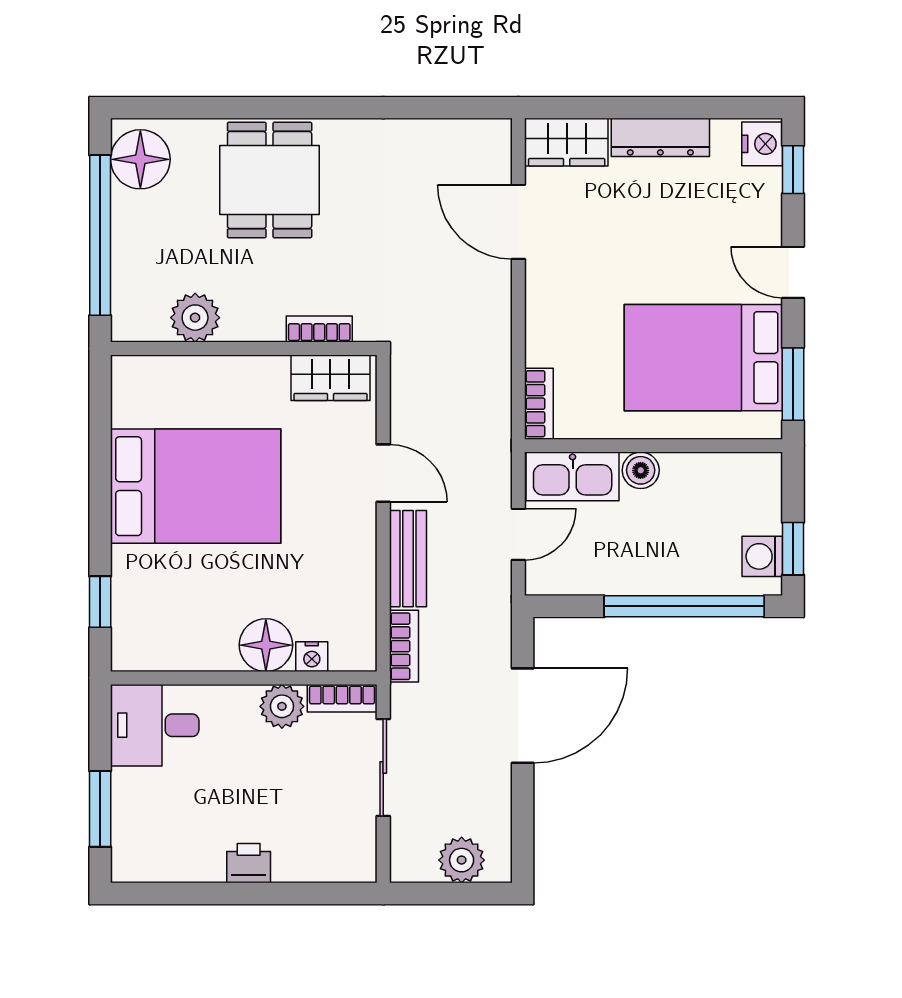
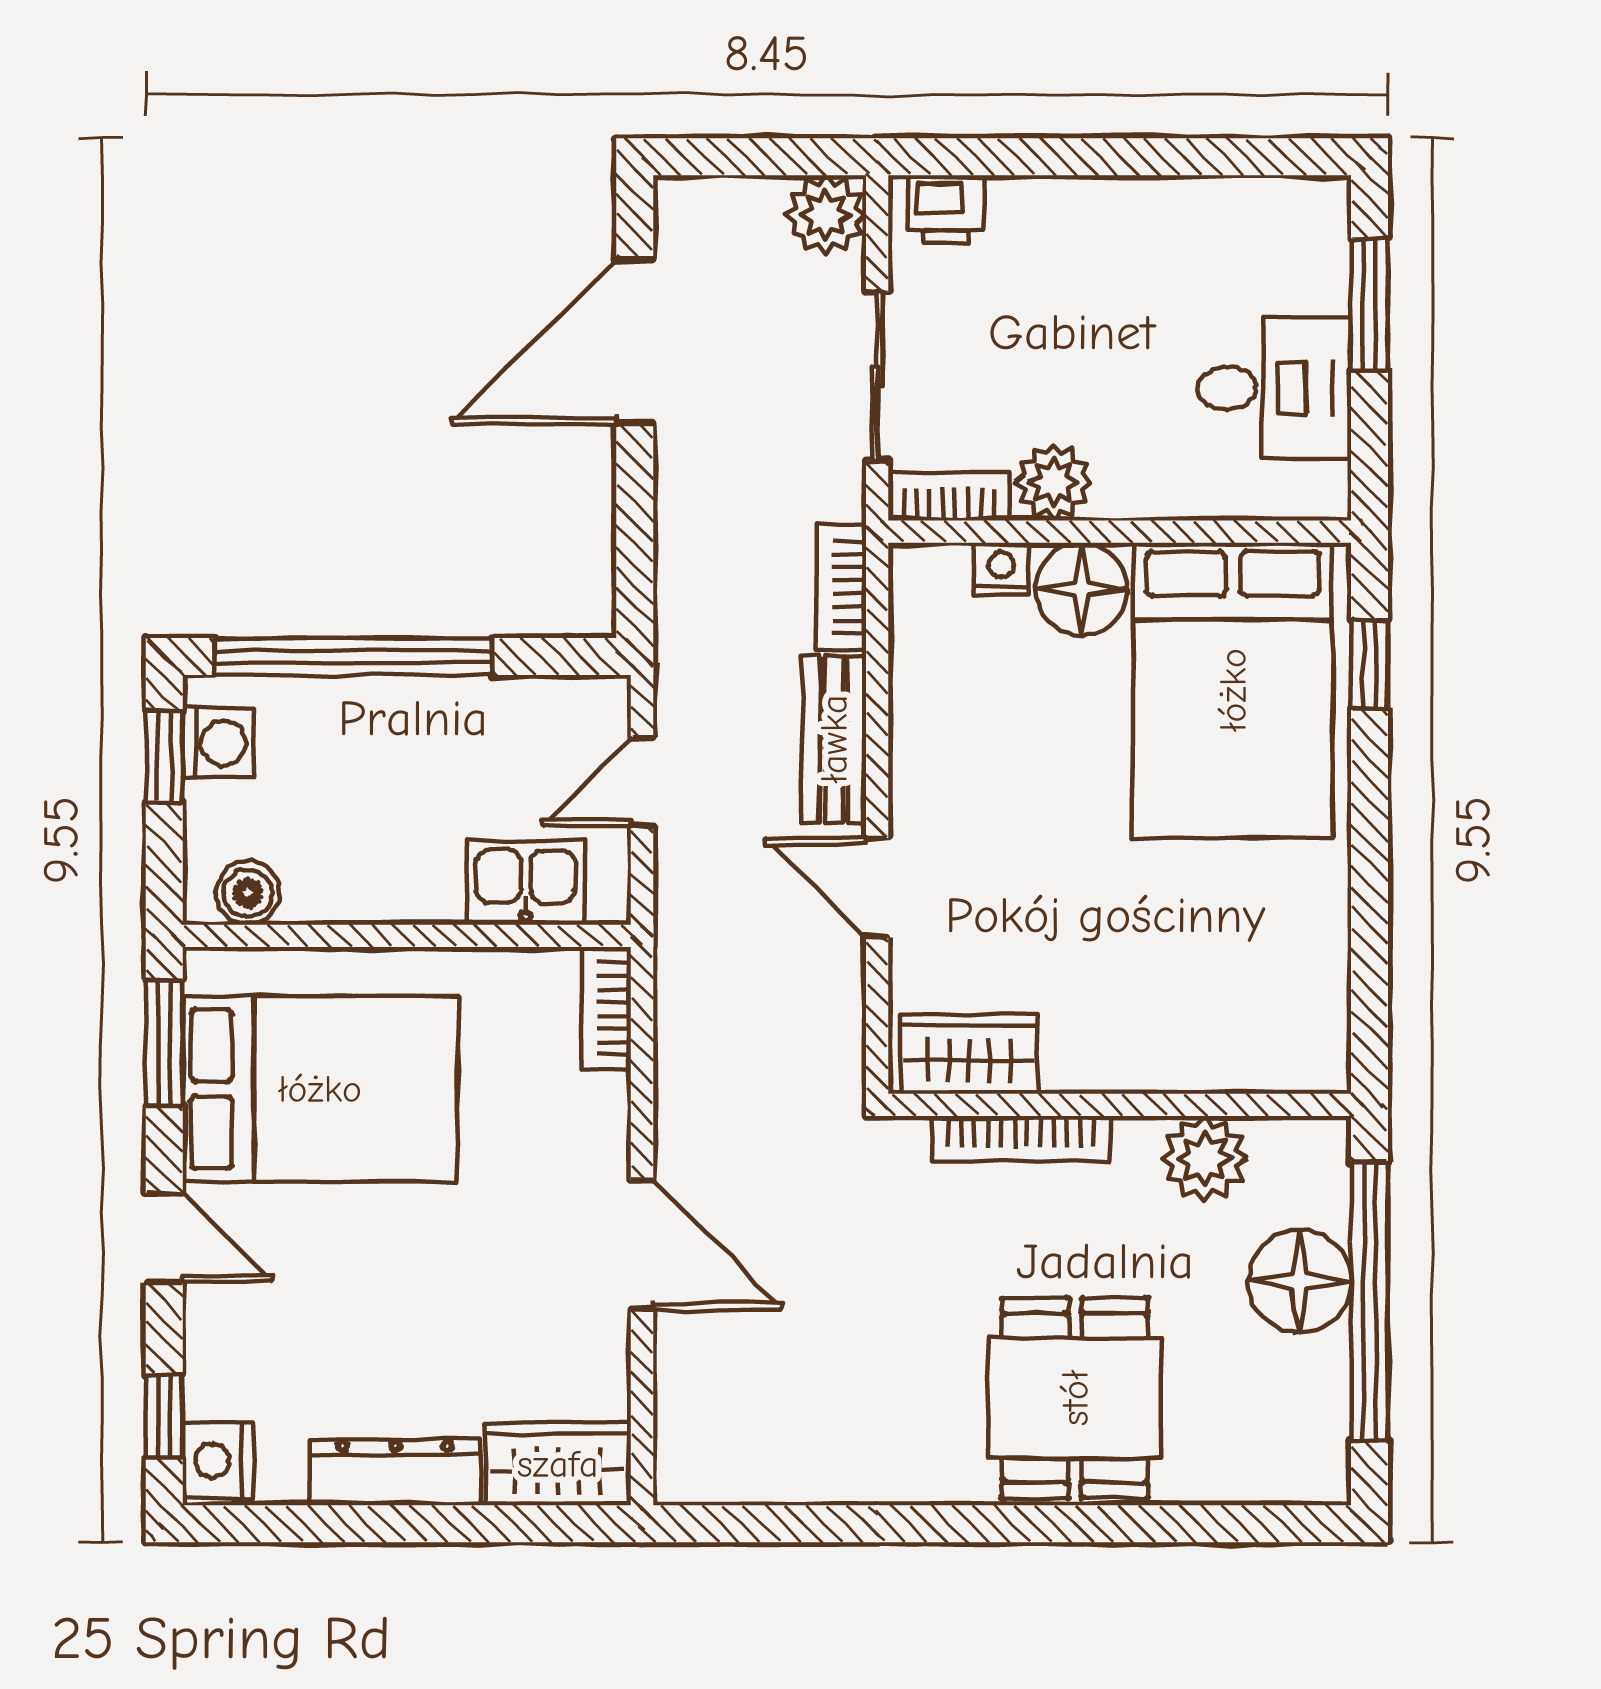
floor lamp: (140, 159) -> (1300, 1281), moved
door: (518, 222) -> (642, 1245), moved
bookcase: (319, 329) -> (1021, 1139), width x1.56
boiler: (641, 470) -> (248, 893), moved
kitchen sink: (573, 476) -> (526, 882), width x0.73
bed: (196, 486) -> (1233, 690), moved, turned -90
door: (523, 716) -> (635, 342), moved
desk: (155, 725) -> (1275, 388), moved
plant: (462, 860) -> (826, 215), moved
printer: (249, 863) -> (946, 210), moved

